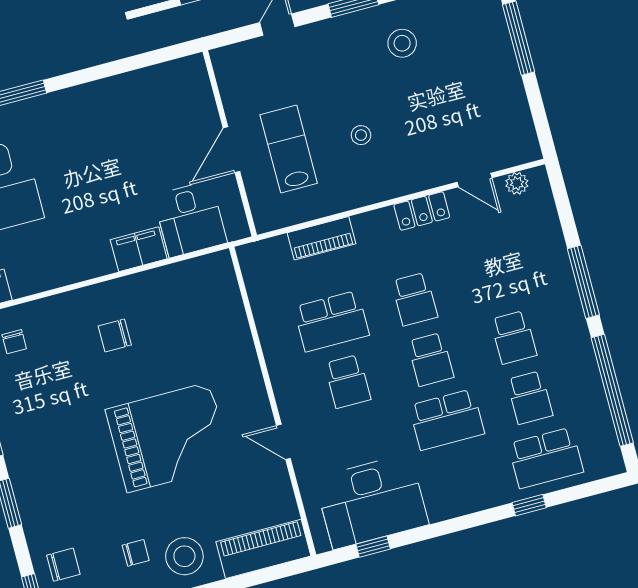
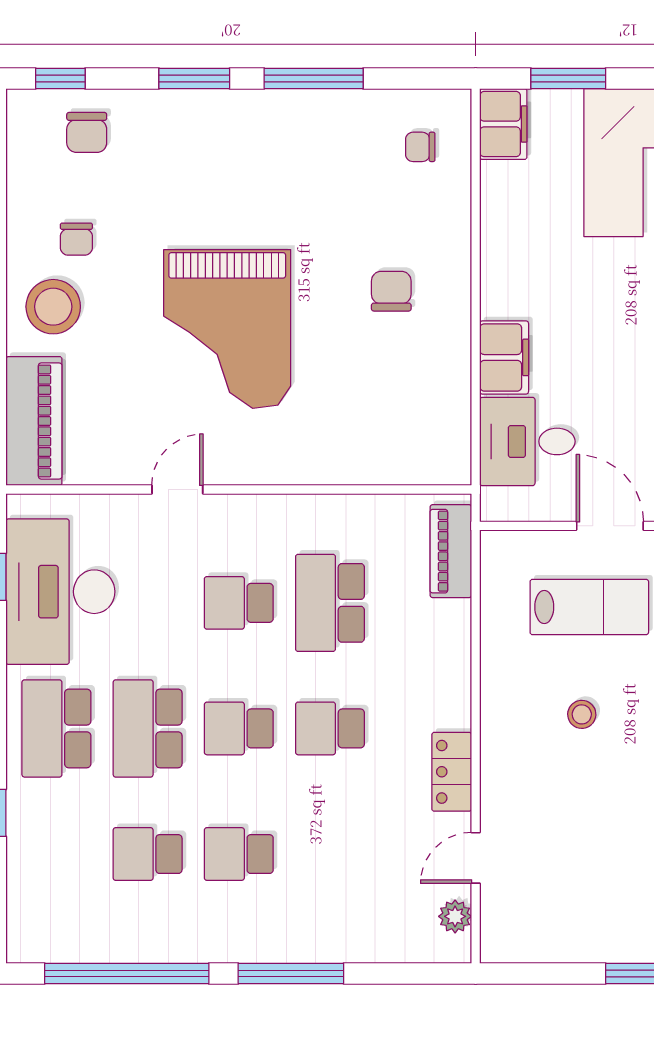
piano: (322, 238) -> (451, 551), moved
school desk: (546, 458) -> (56, 728), moved

